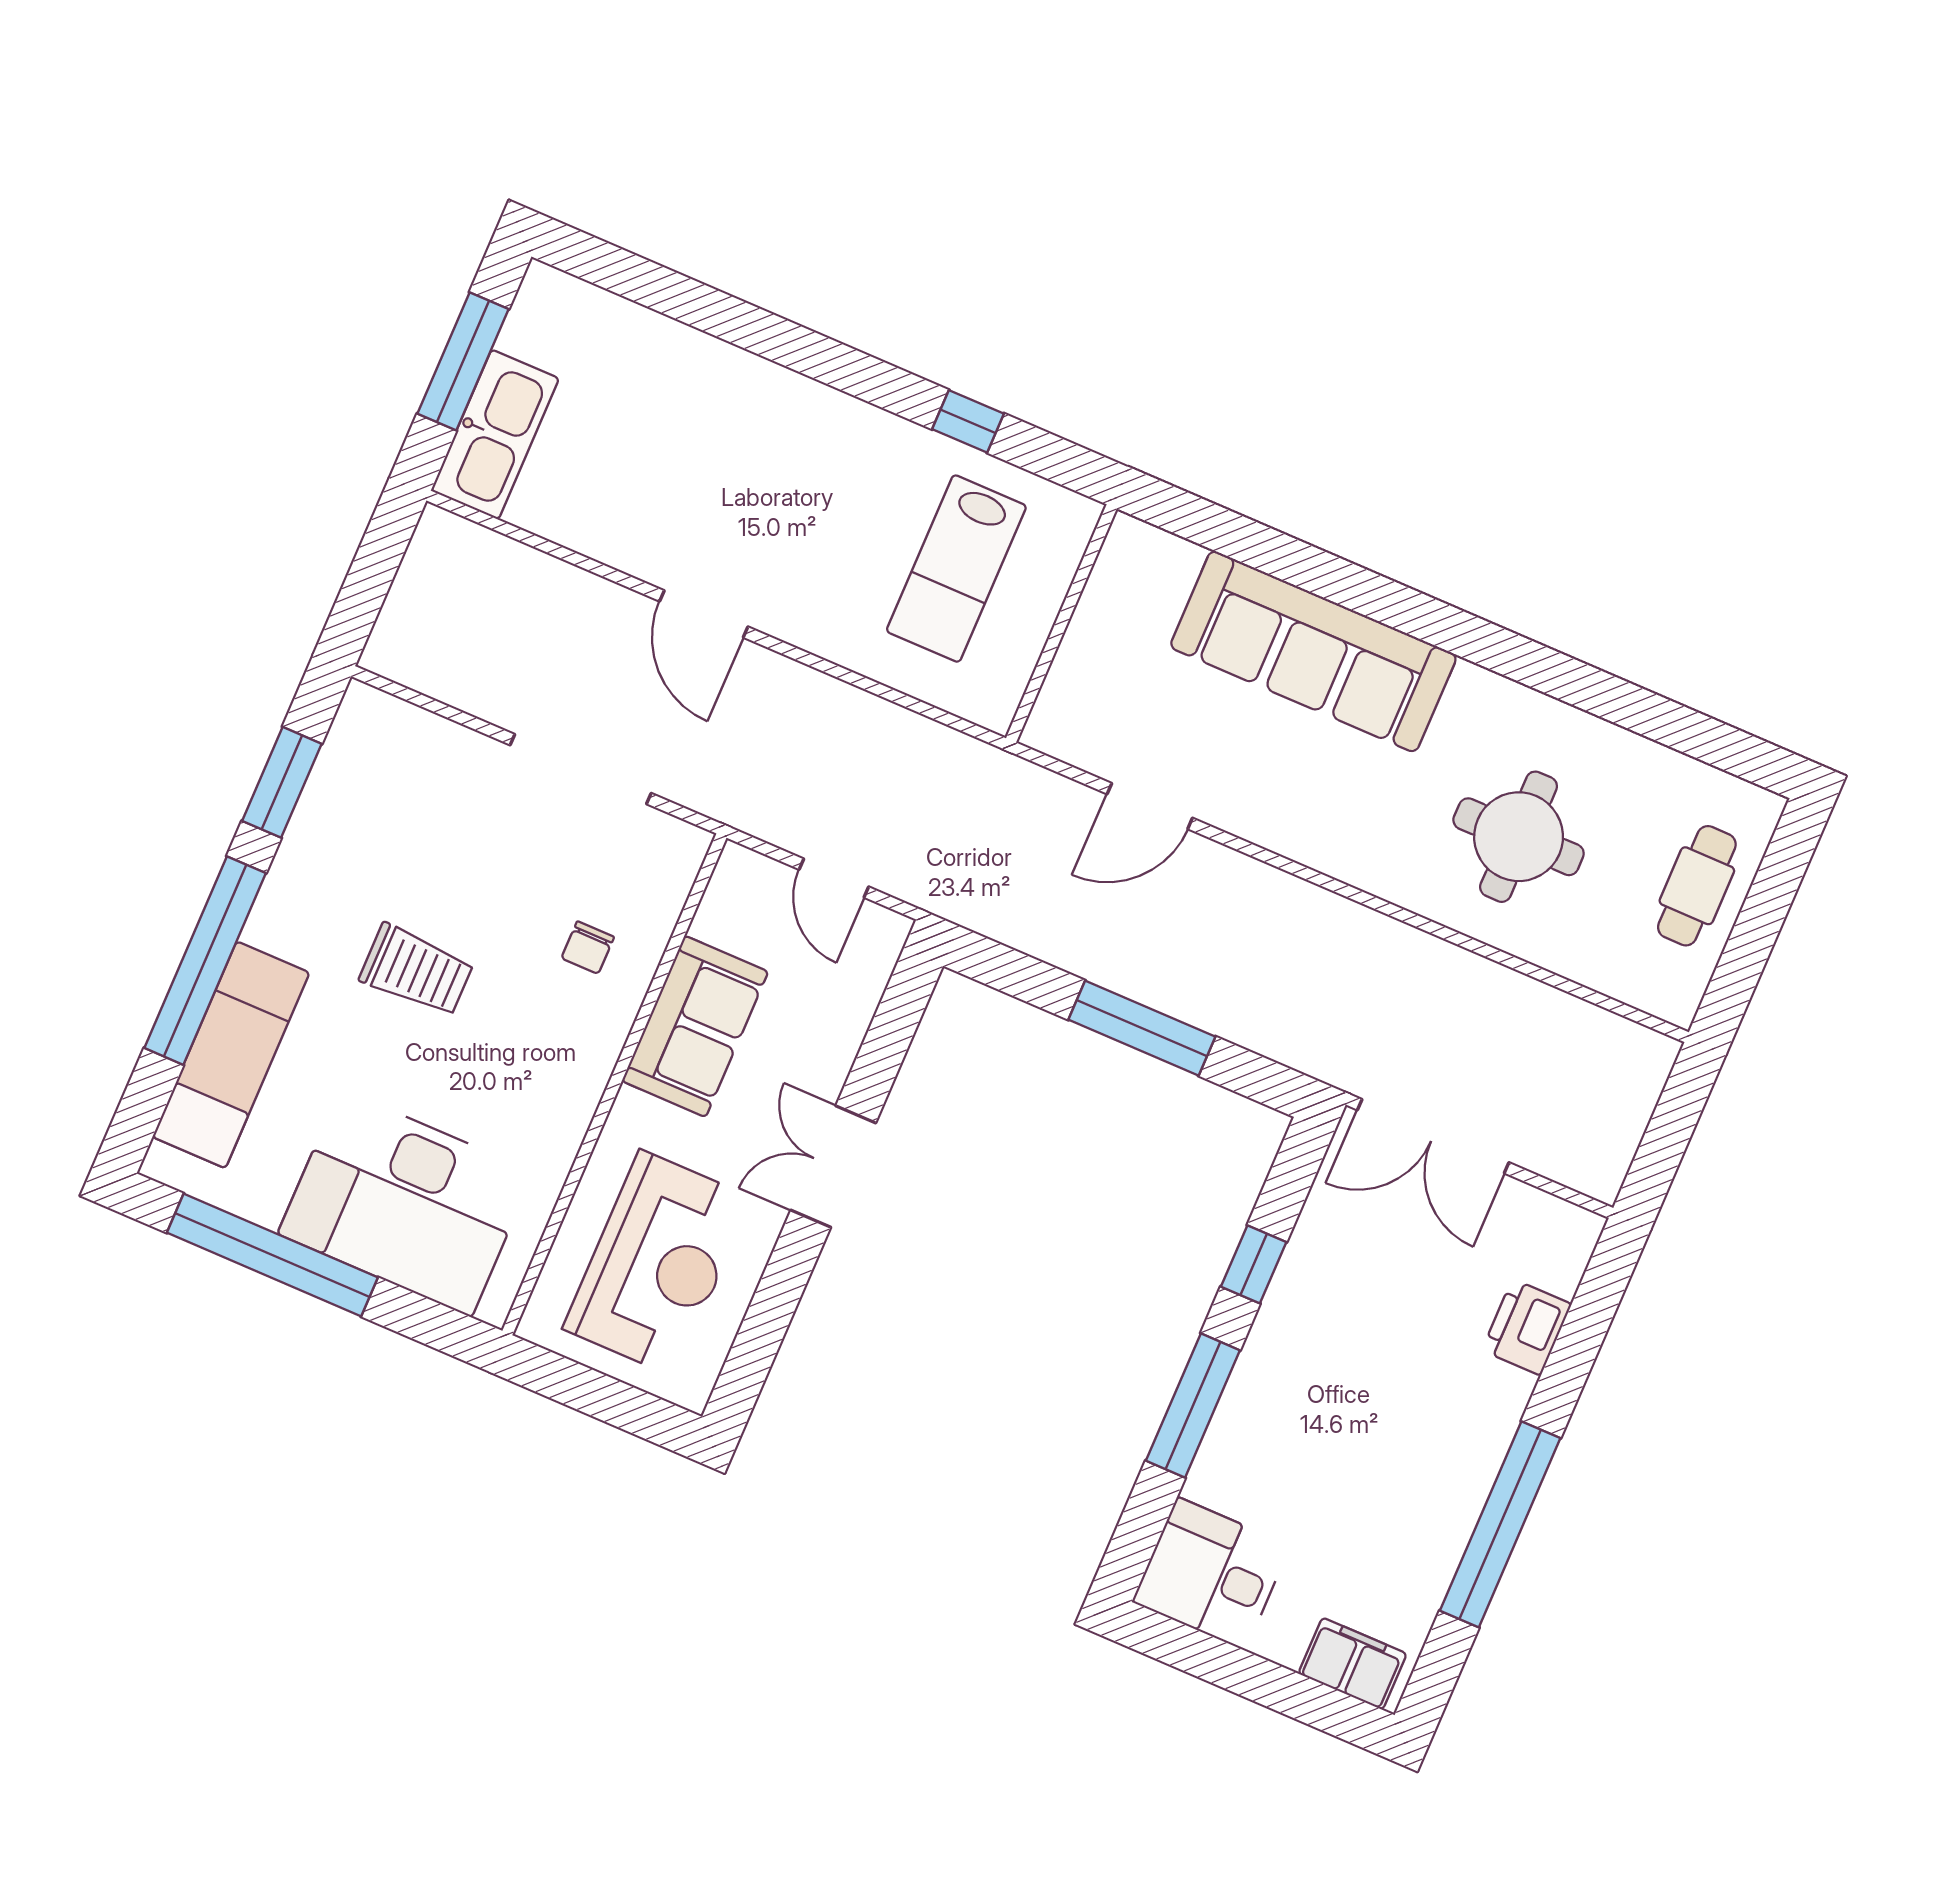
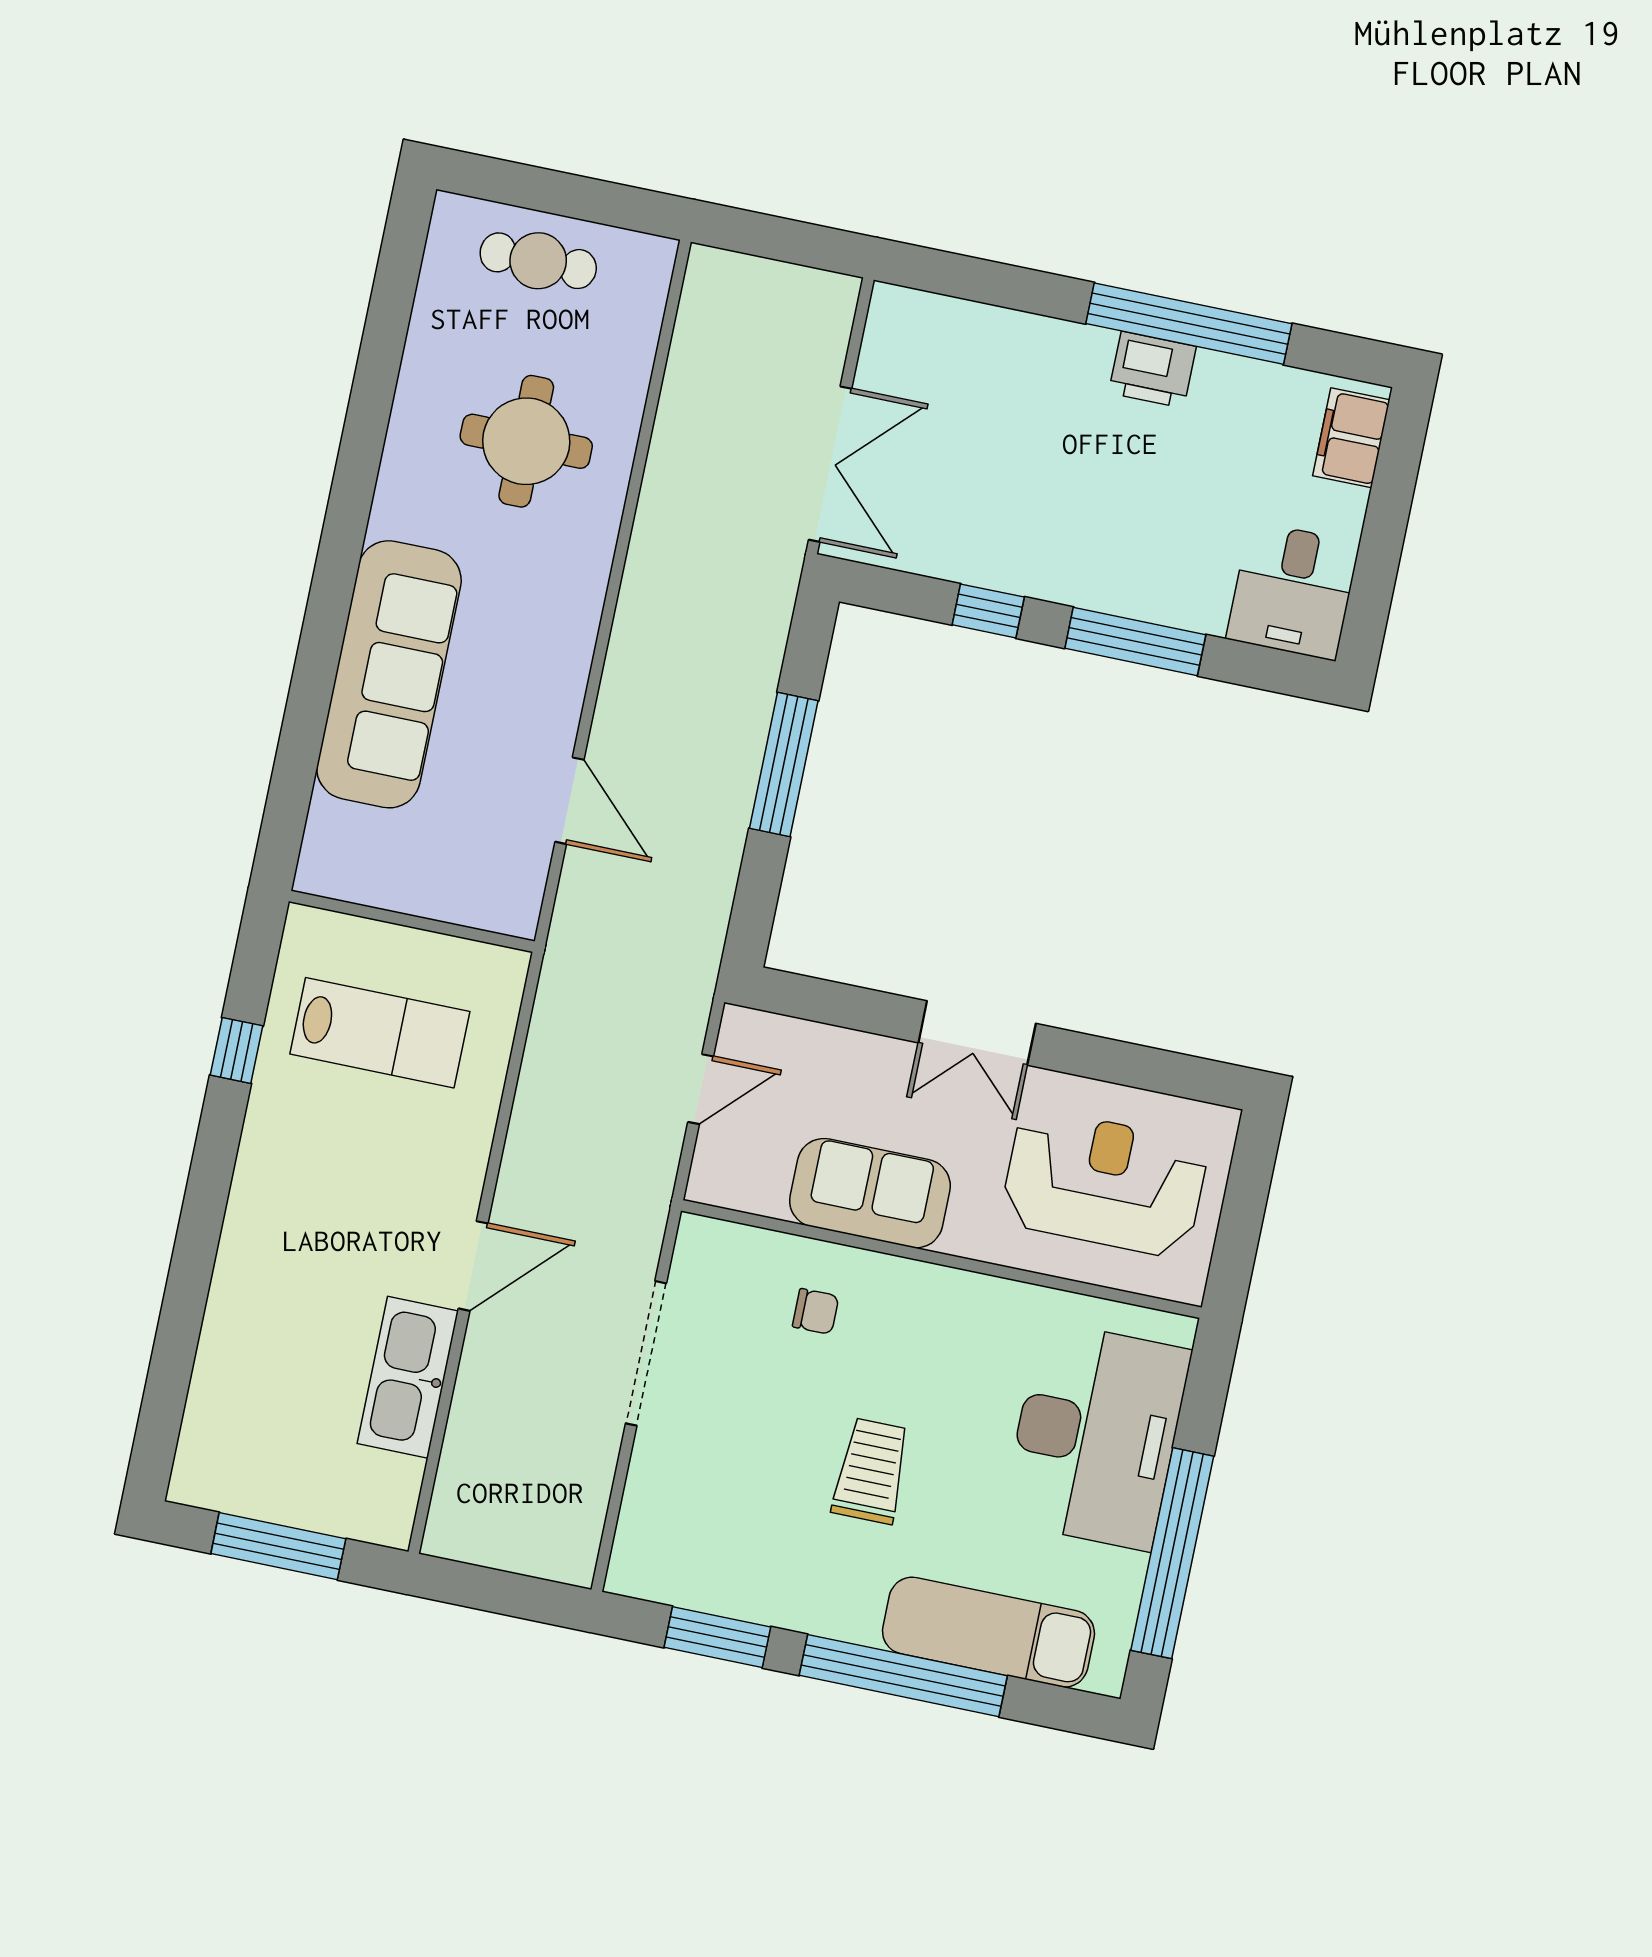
kitchen sink: (495, 434) -> (408, 1377), moved, turned -90
printer: (1527, 1327) -> (1152, 370), moved

